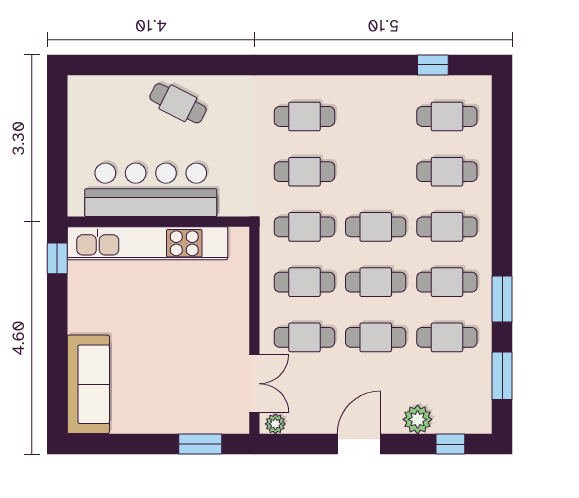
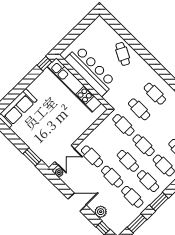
cafe table: (304, 282) -> (108, 141), removed

